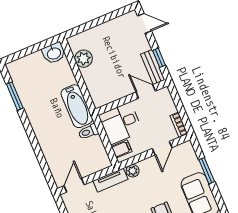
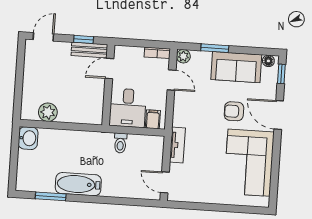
bathtub: (77, 106) -> (78, 184), moved, turned 180
plant: (133, 171) -> (183, 56), moved

